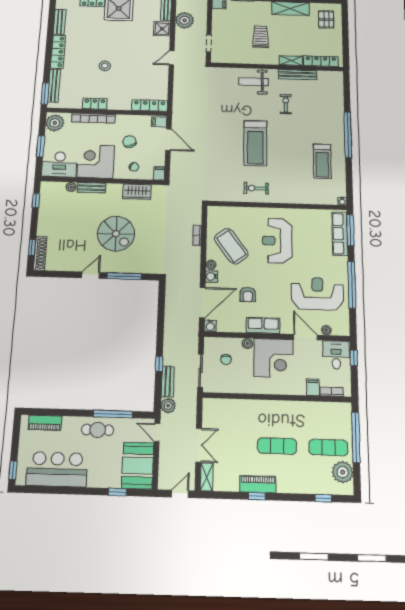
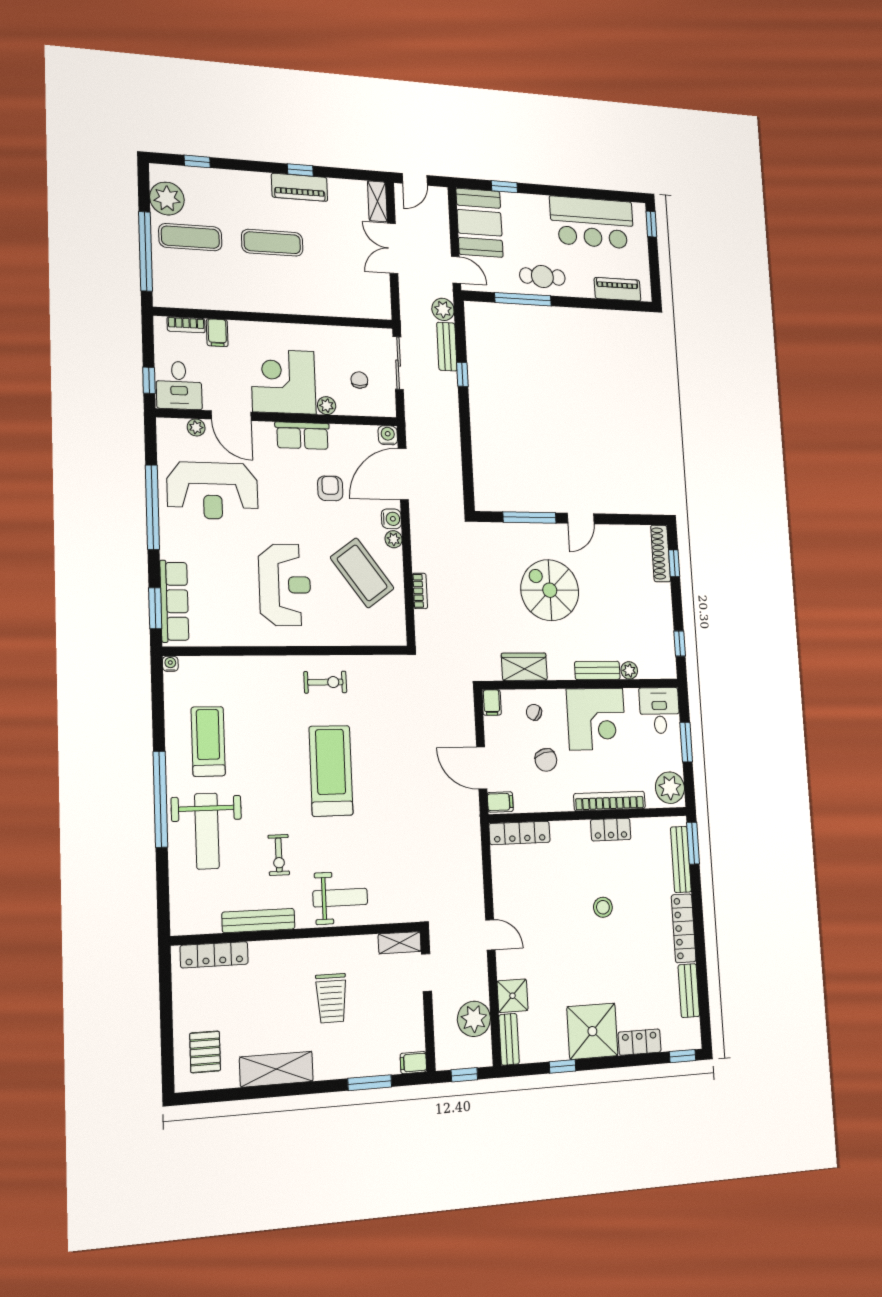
door: (172, 58) -> (490, 935), hinge flipped
shelving: (291, 61) -> (400, 943), moved
weight bench: (324, 118) -> (207, 831), added
desk: (60, 164) -> (660, 710), width x0.73
window: (350, 230) -> (155, 608), width x0.69

